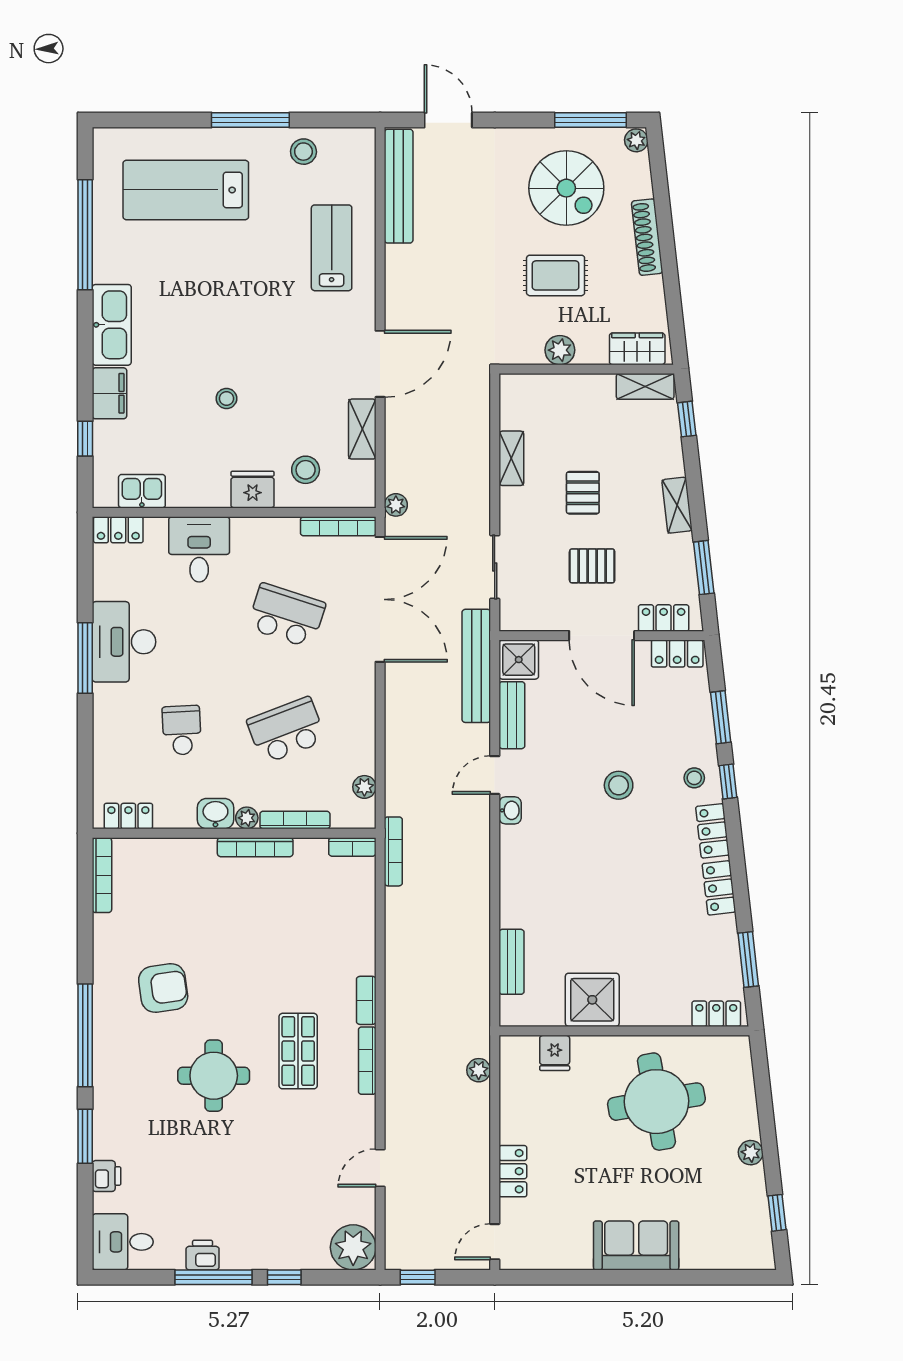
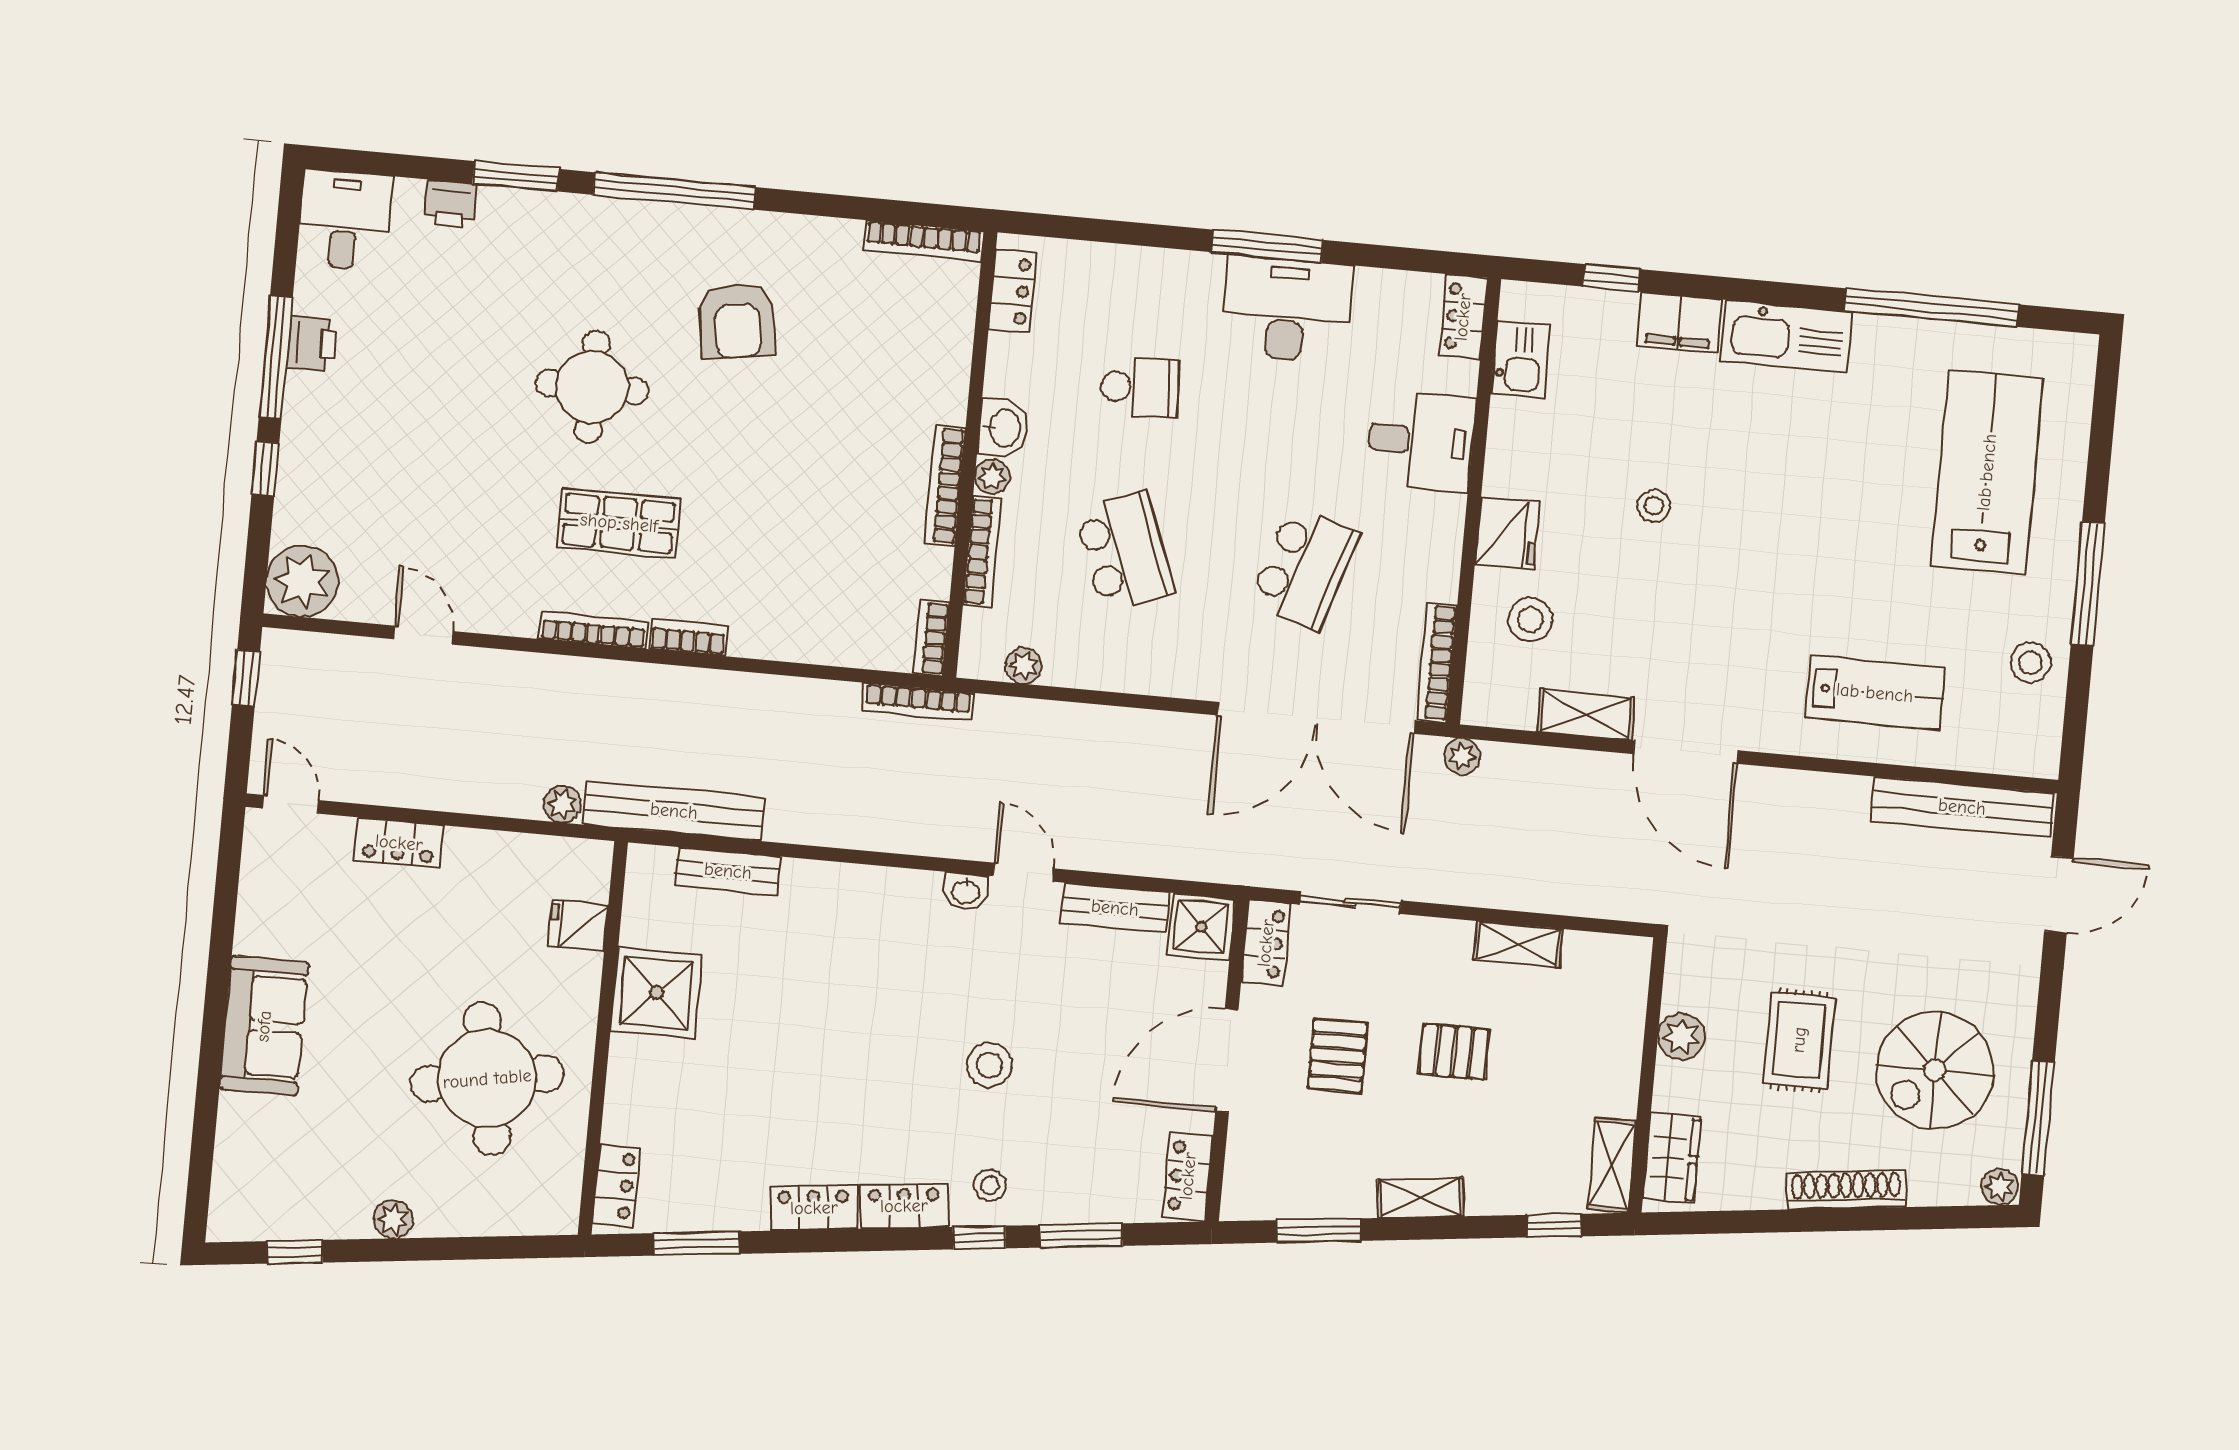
locker: (664, 618) -> (1266, 943), moved
bench: (476, 666) -> (674, 811), moved

